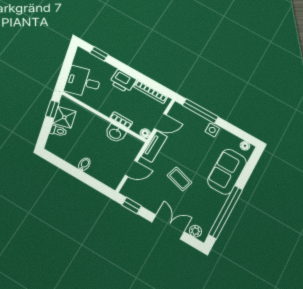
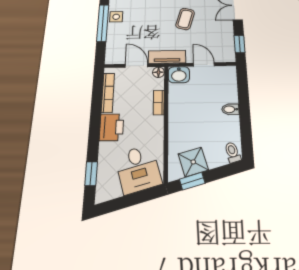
window: (200, 111) -> (103, 23), moved
toilet: (58, 131) -> (233, 152), moved
washbasin: (115, 133) -> (179, 75), moved, turned 90

